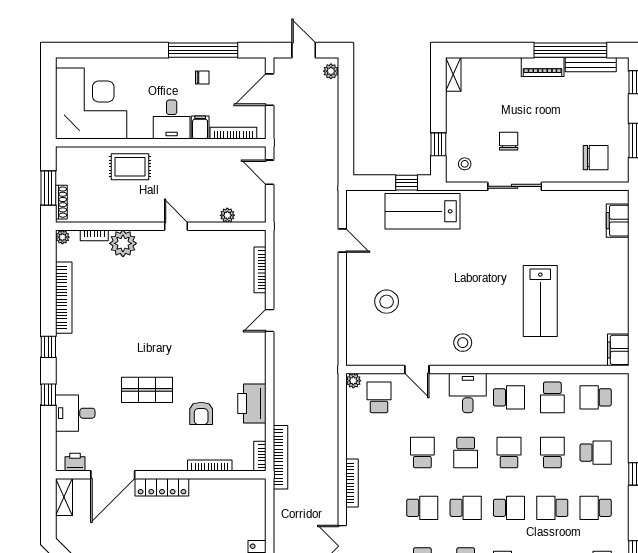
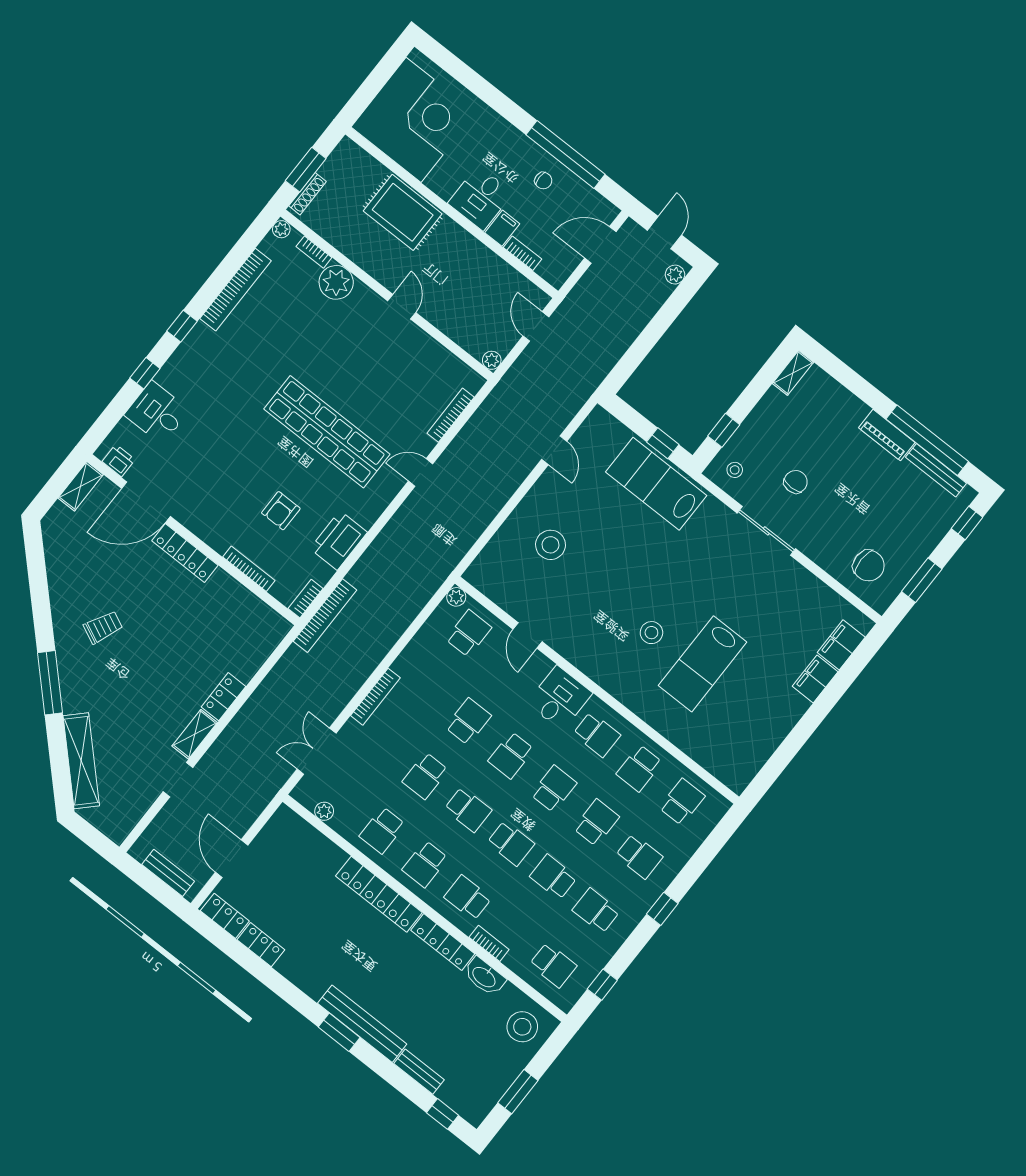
bookcase: (233, 133) -> (522, 253), width x0.64
rug: (130, 167) -> (403, 212), width x1.36, depth x1.43
plant: (227, 215) -> (492, 360), moved
stool: (463, 343) -> (651, 633), moved
filing cabinet: (618, 350) -> (815, 679), moved
shop shelf: (147, 390) -> (327, 432), moved, width x2.00, depth x1.36
school desk: (596, 397) -> (682, 802), turned 90
school desk: (422, 508) -> (425, 776), turned 90

